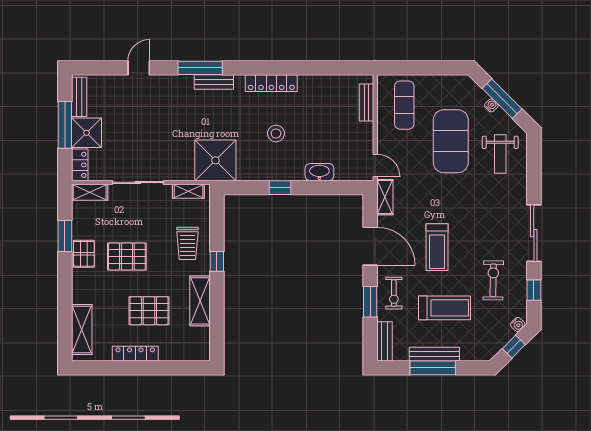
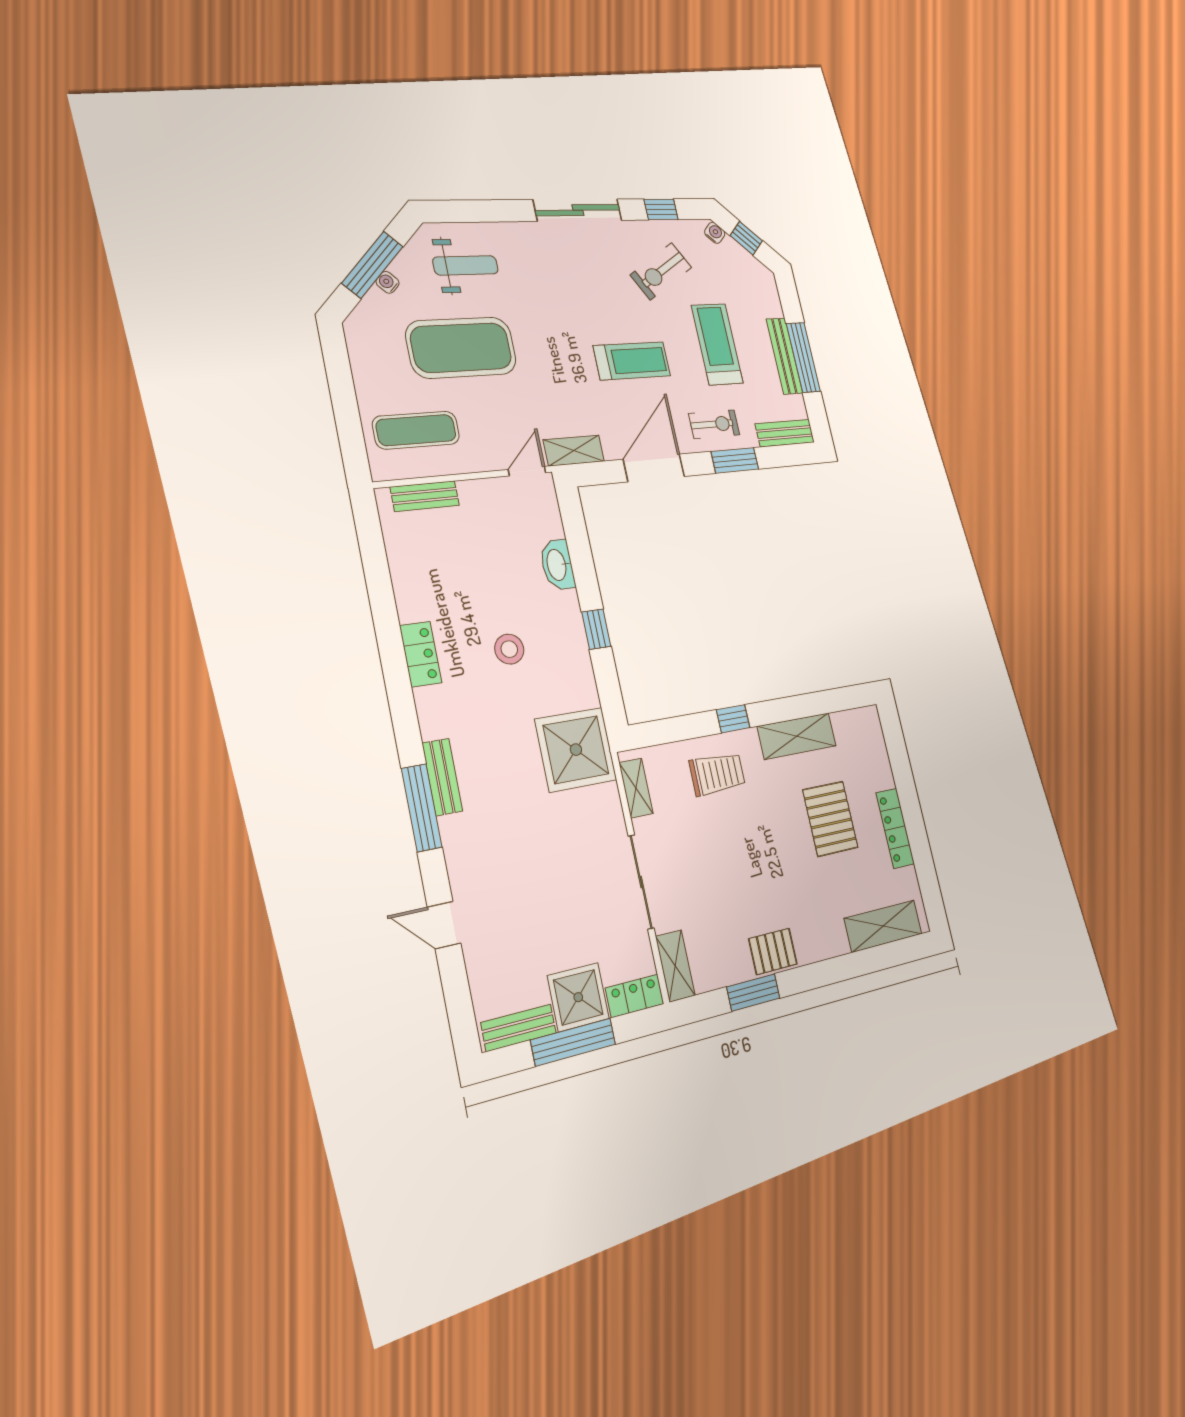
locker: (271, 83) -> (421, 654), width x0.66
pallet: (127, 257) -> (760, 875), removed
exercise bike: (493, 280) -> (661, 271), turned -32

